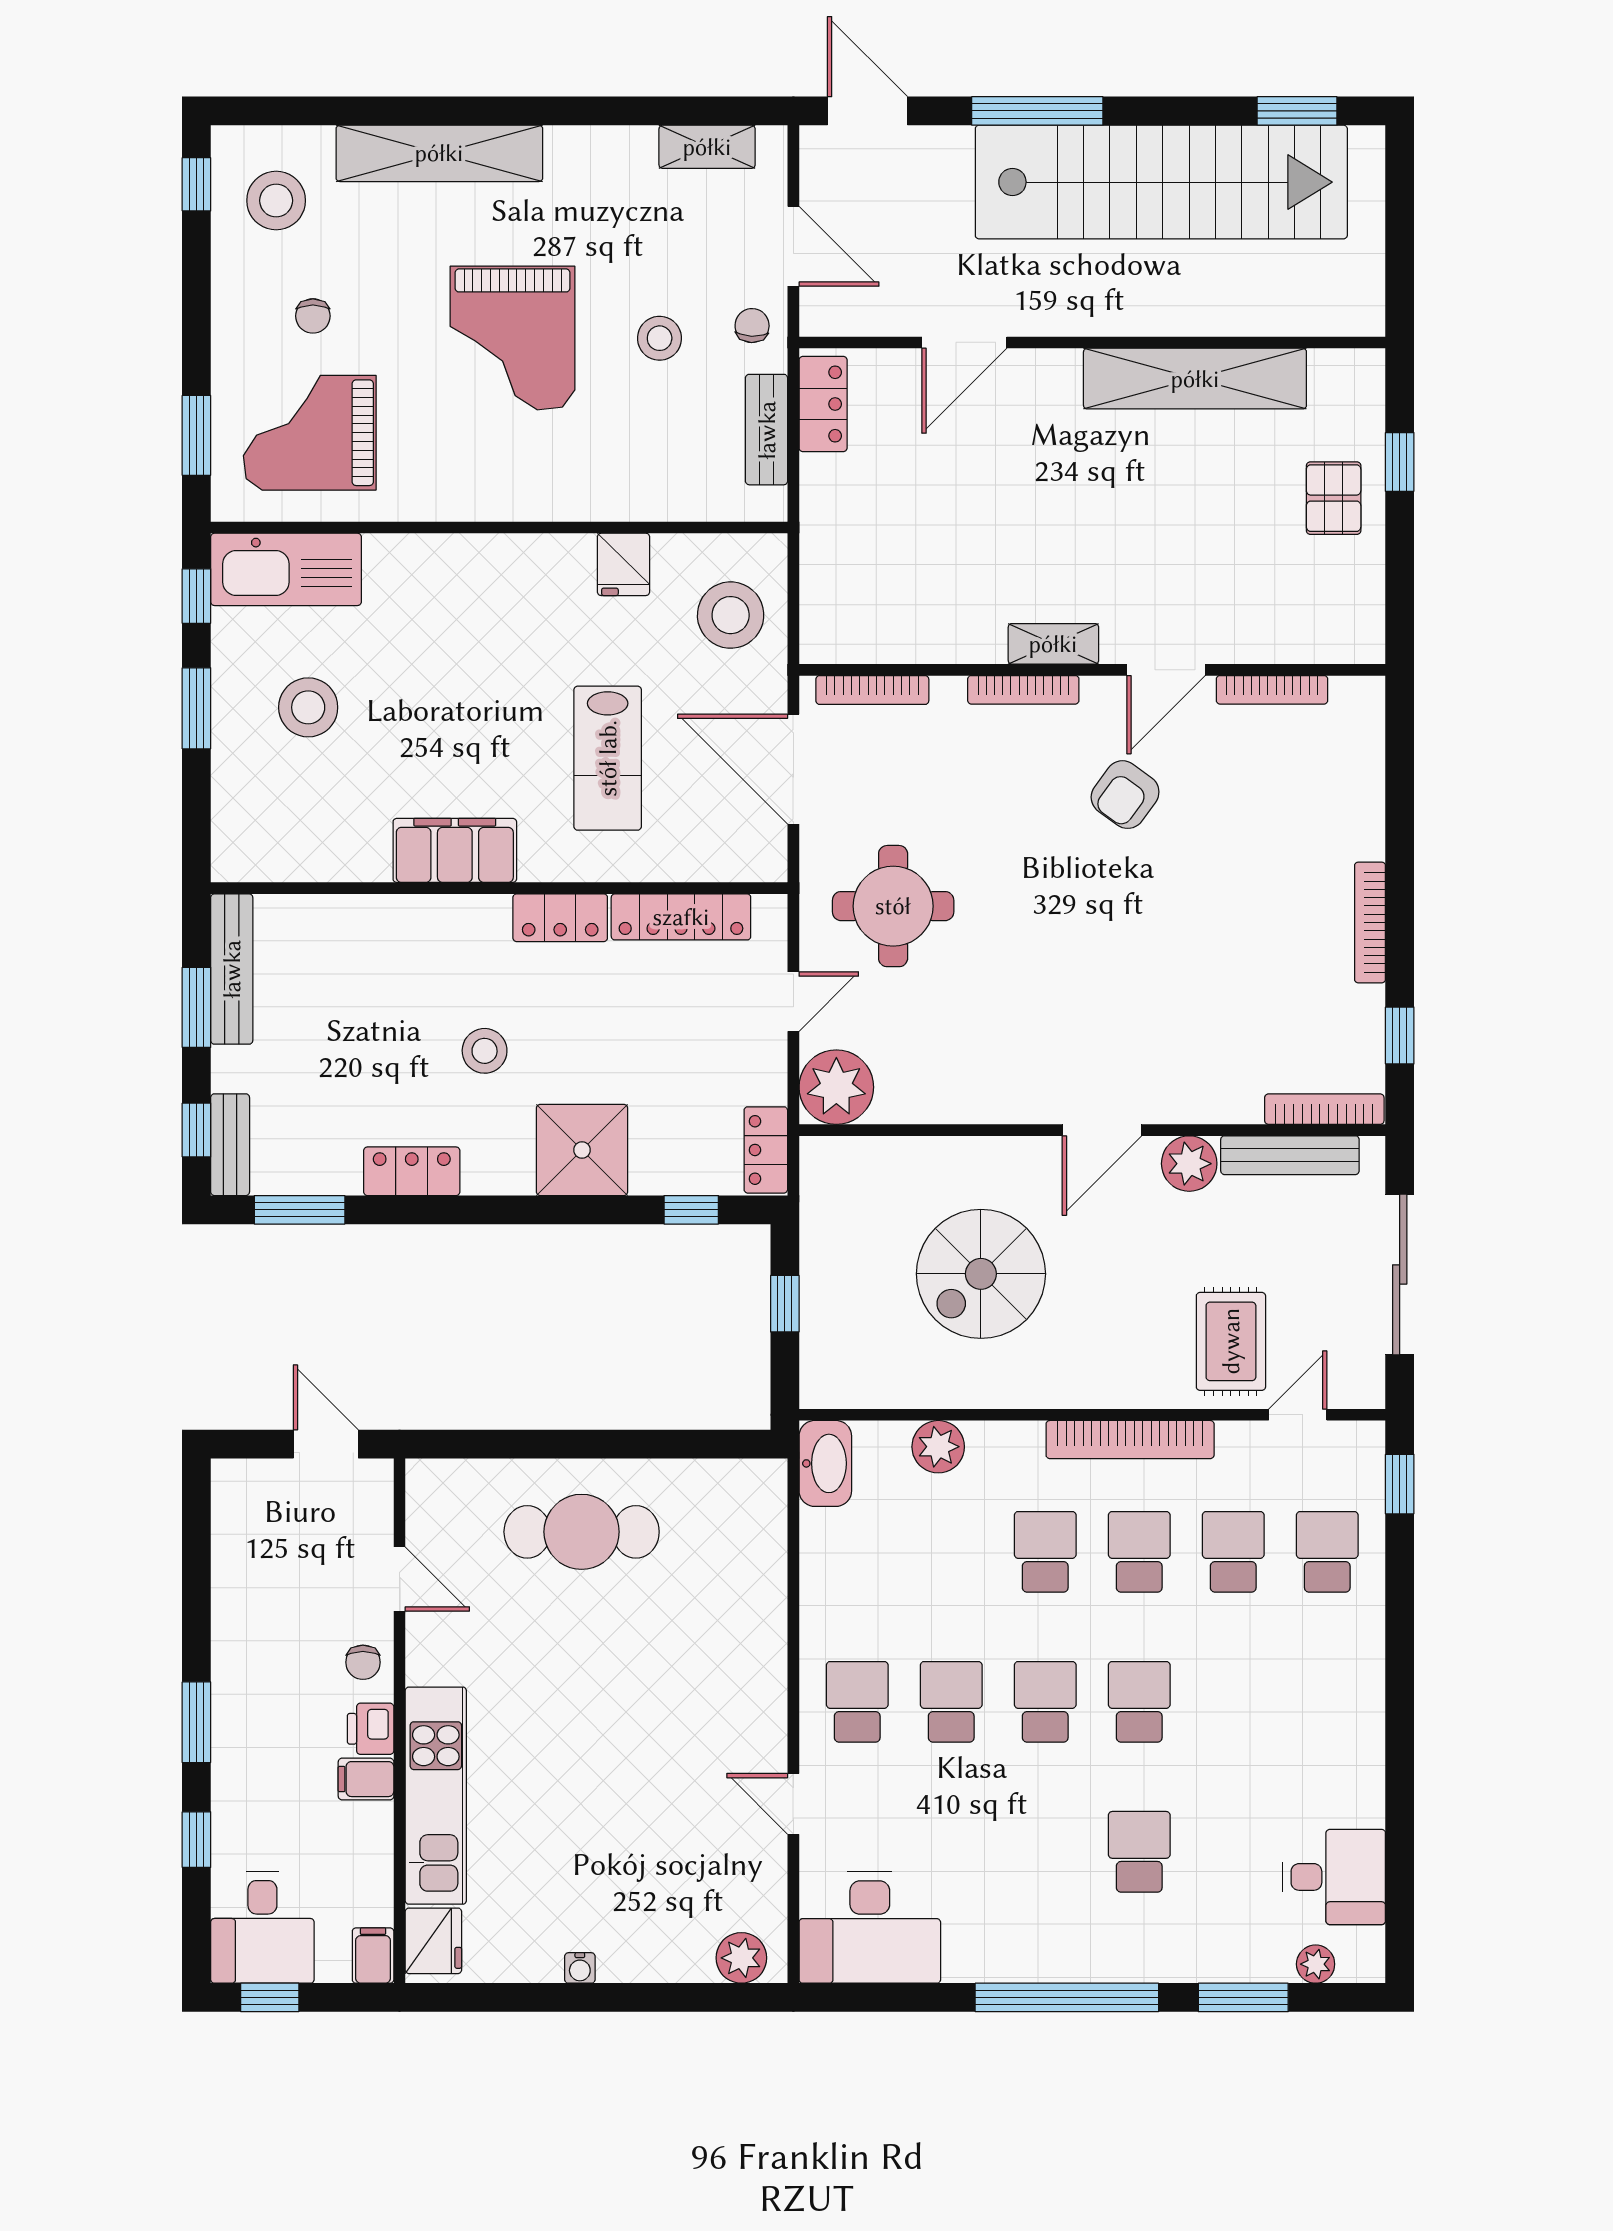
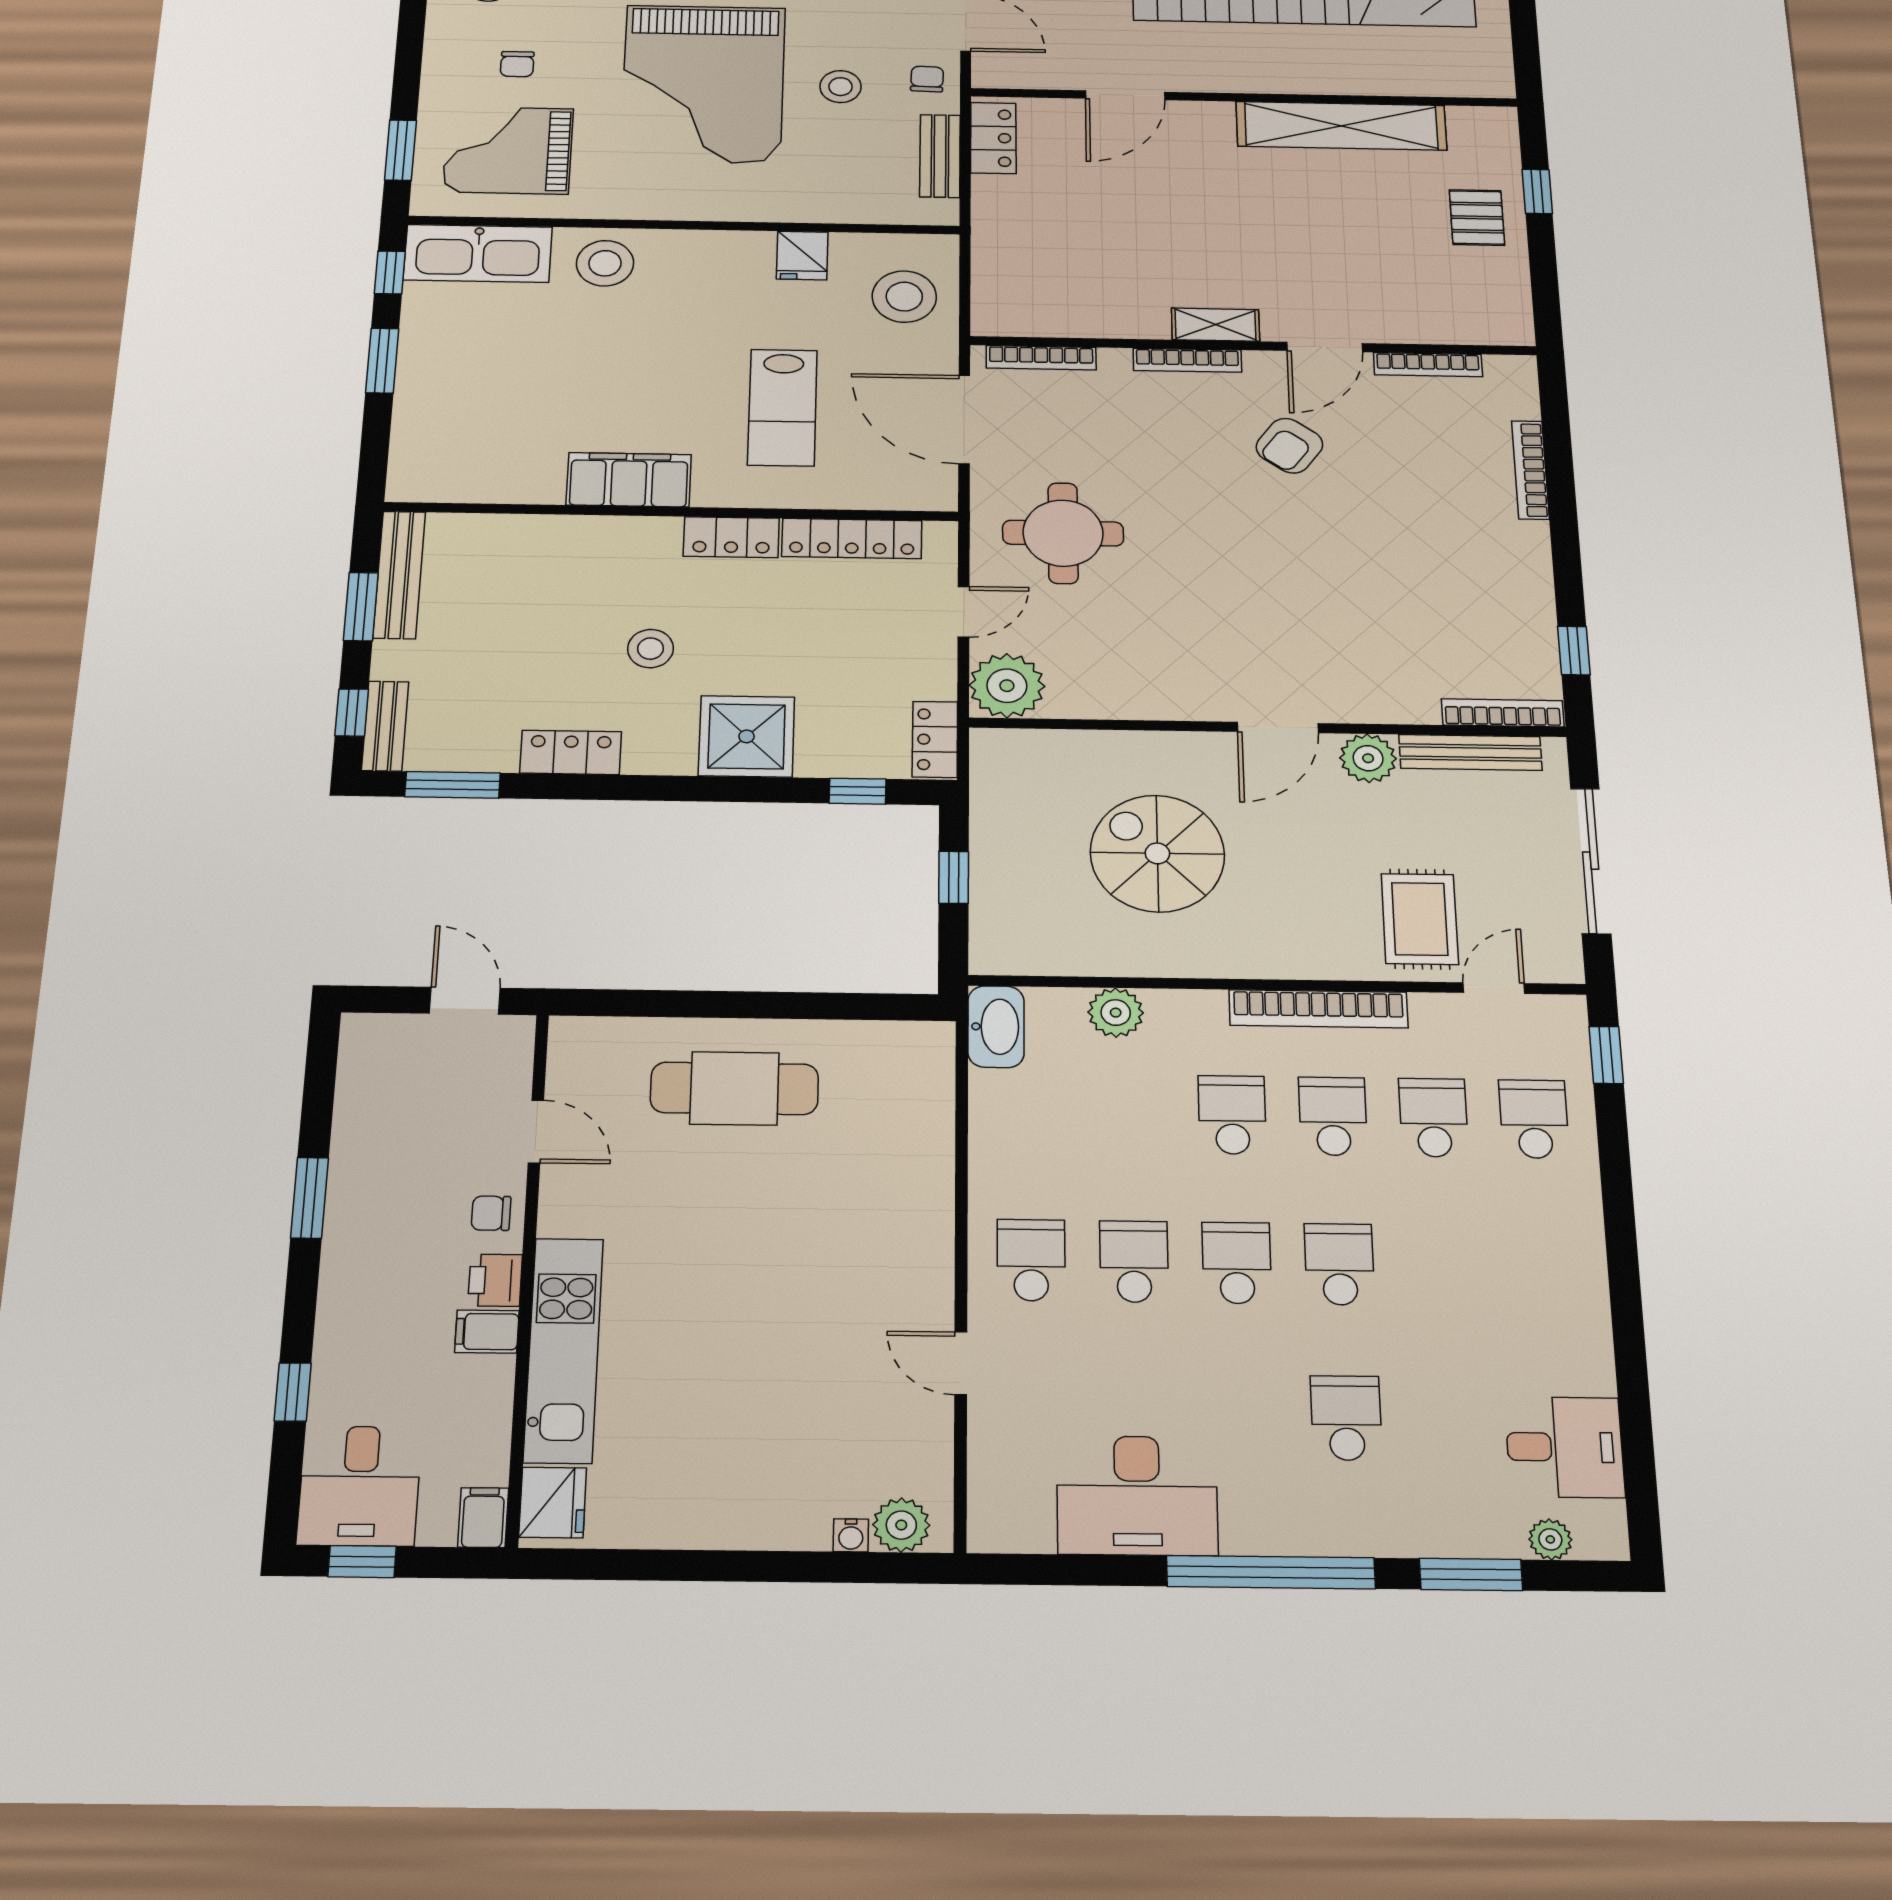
grand piano: (513, 338) -> (703, 84), width x1.37, depth x1.48
stool: (308, 707) -> (605, 263), moved
bookcase: (1370, 922) -> (1530, 470), moved
spiral stairs: (981, 1274) -> (1157, 853), turned 90
chair: (363, 1662) -> (491, 1213), turned 90
window: (196, 1722) -> (310, 1198), moved
desk: (870, 1928) -> (1137, 1495), moved
water cooler: (580, 1968) -> (851, 1535), moved

